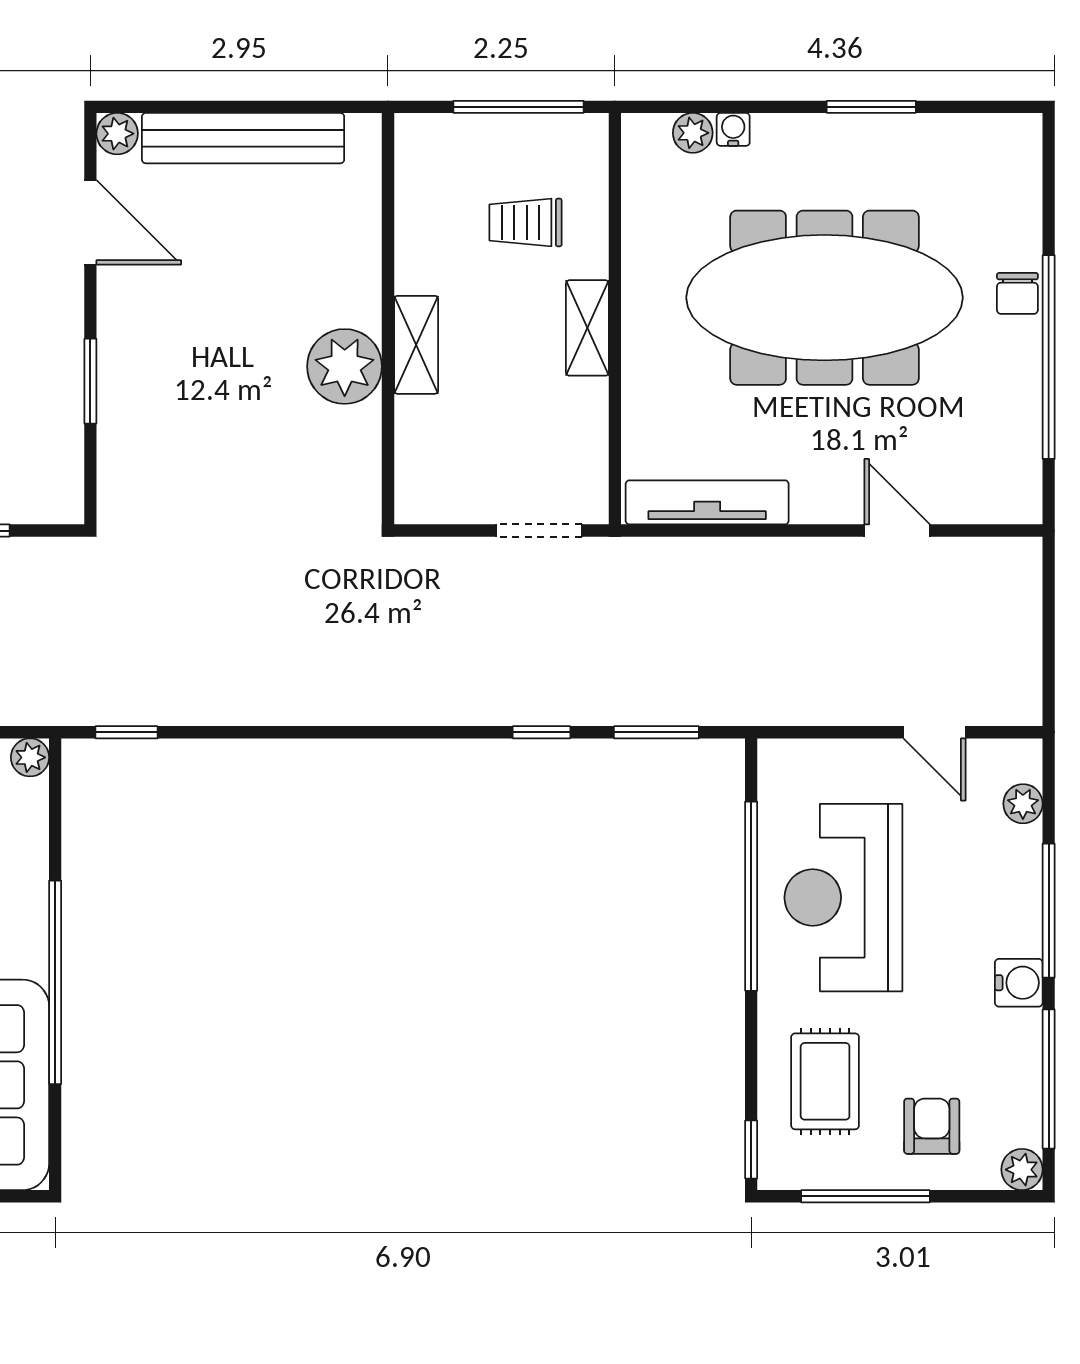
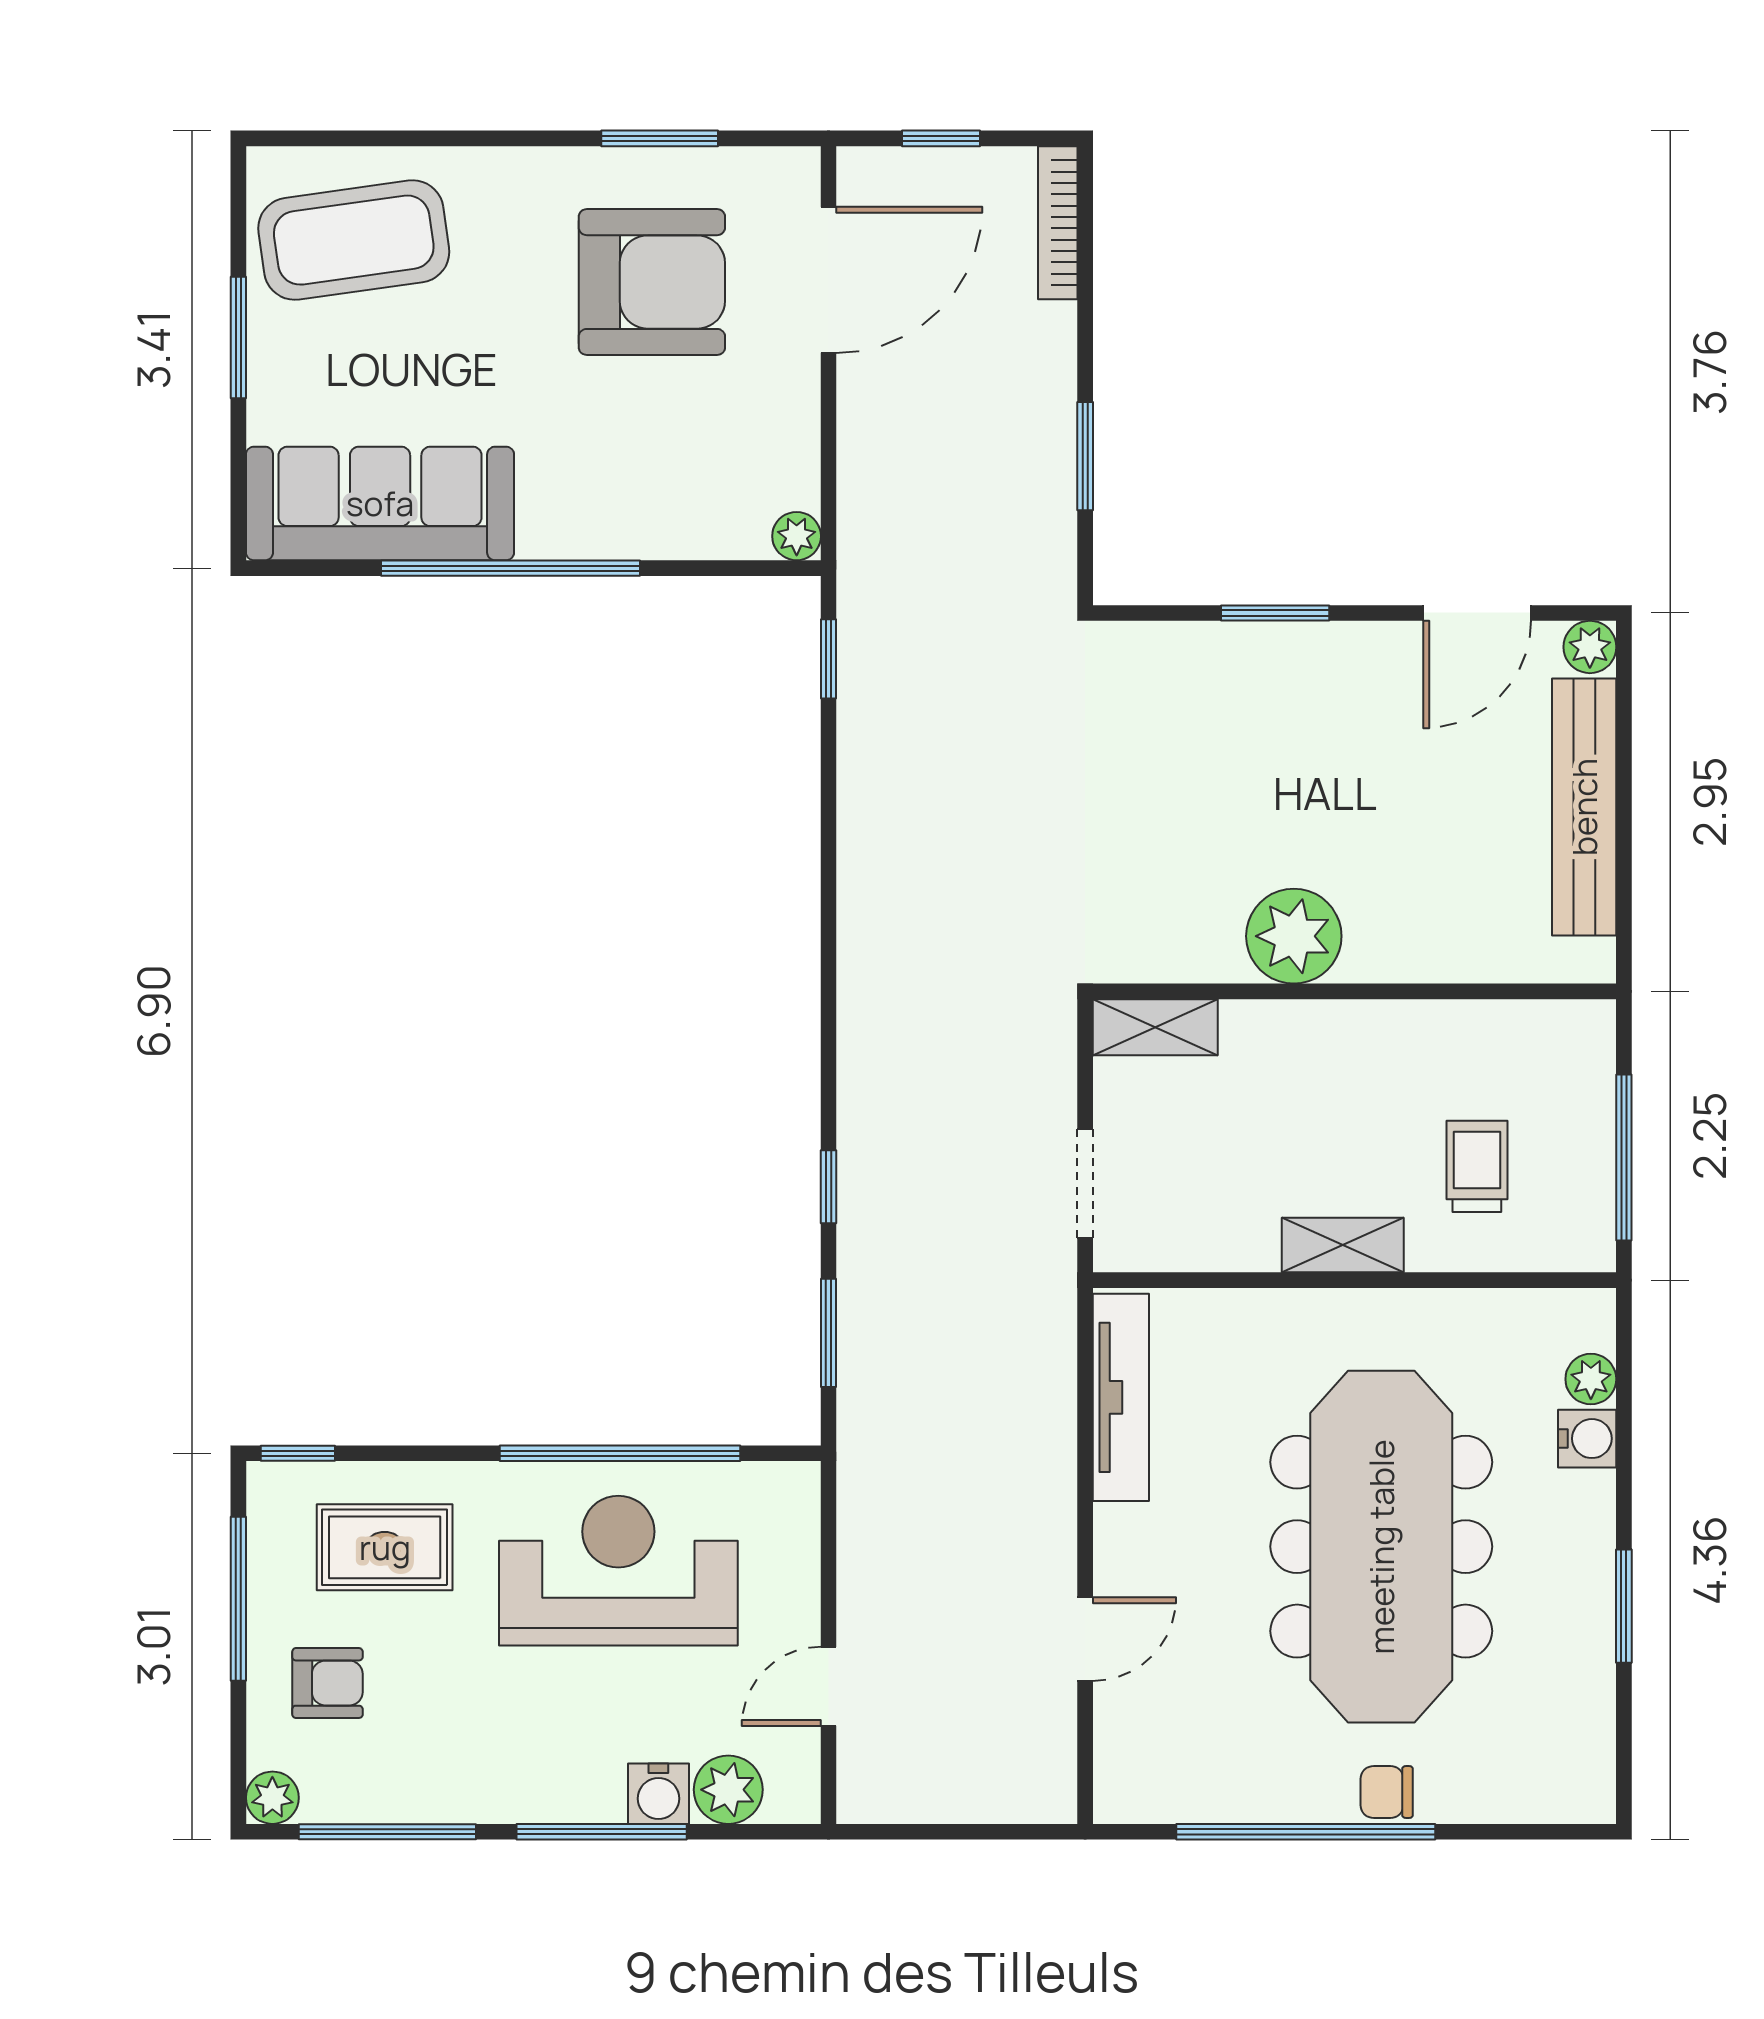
water cooler: (733, 129) -> (1587, 1439), width x1.38, depth x1.38
shelving: (416, 345) -> (1155, 1027), moved
plant: (1023, 804) -> (728, 1790), width x1.38, depth x1.38
water cooler: (1019, 983) -> (658, 1794), moved

